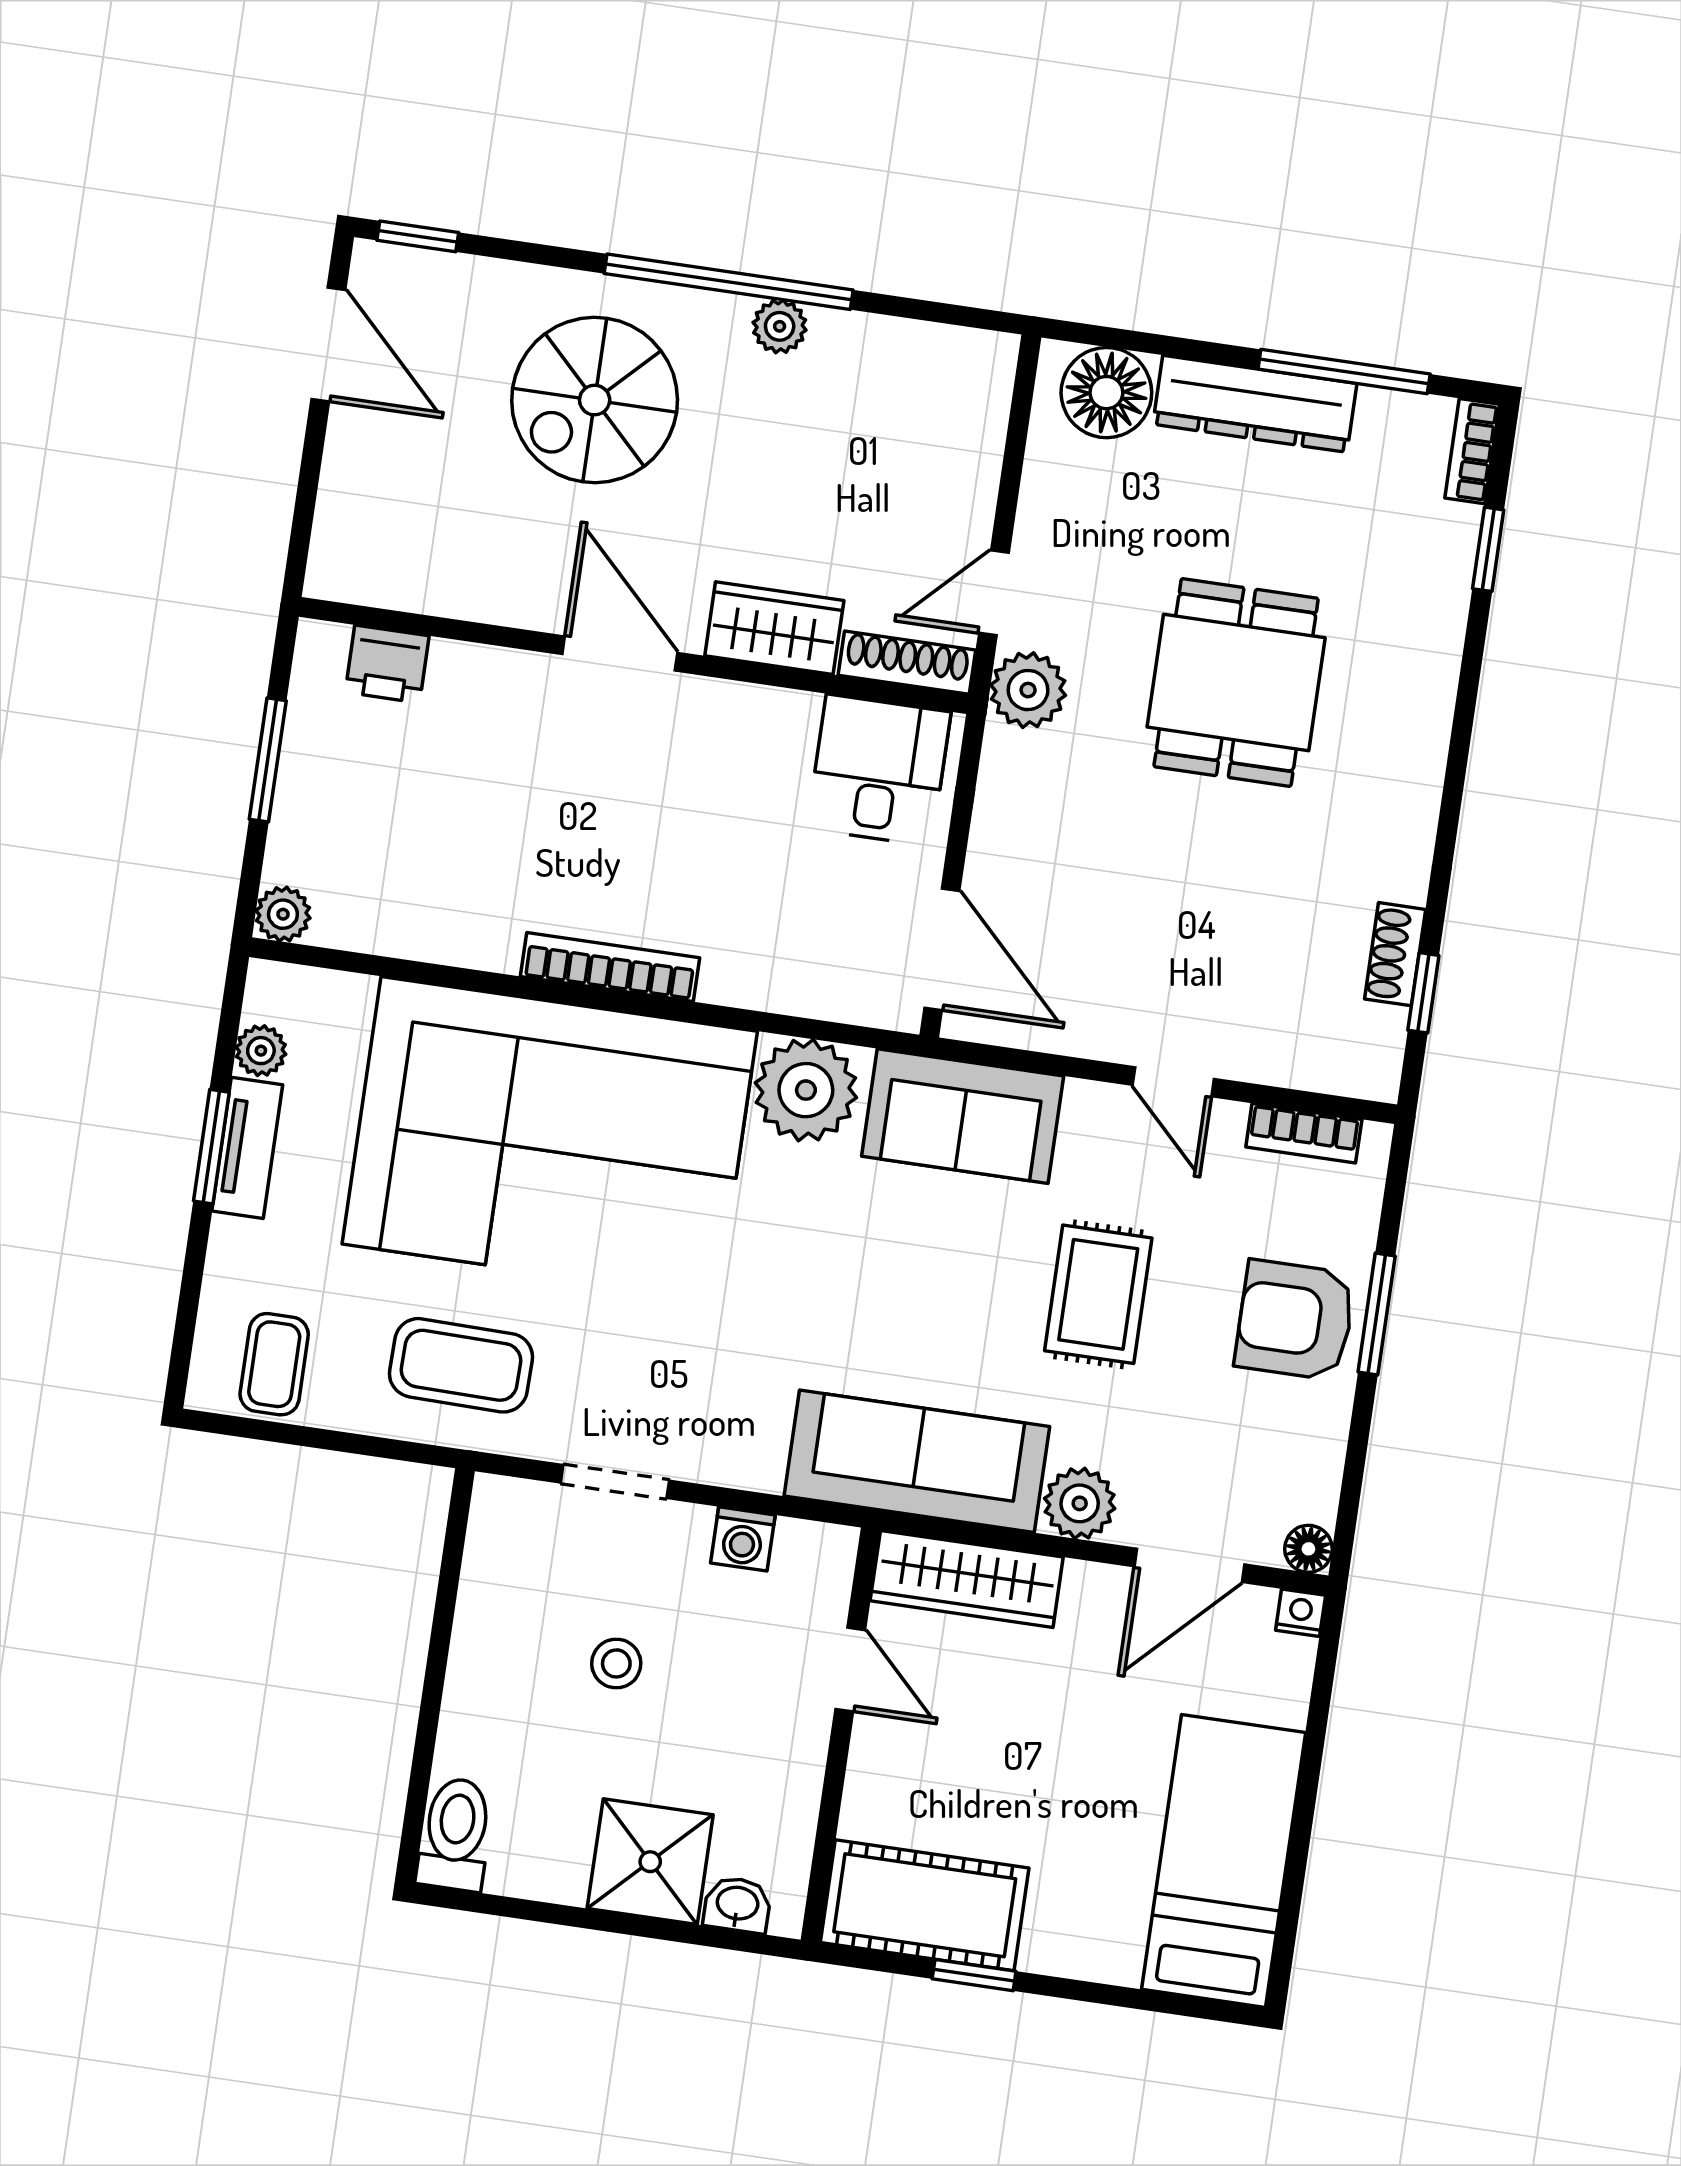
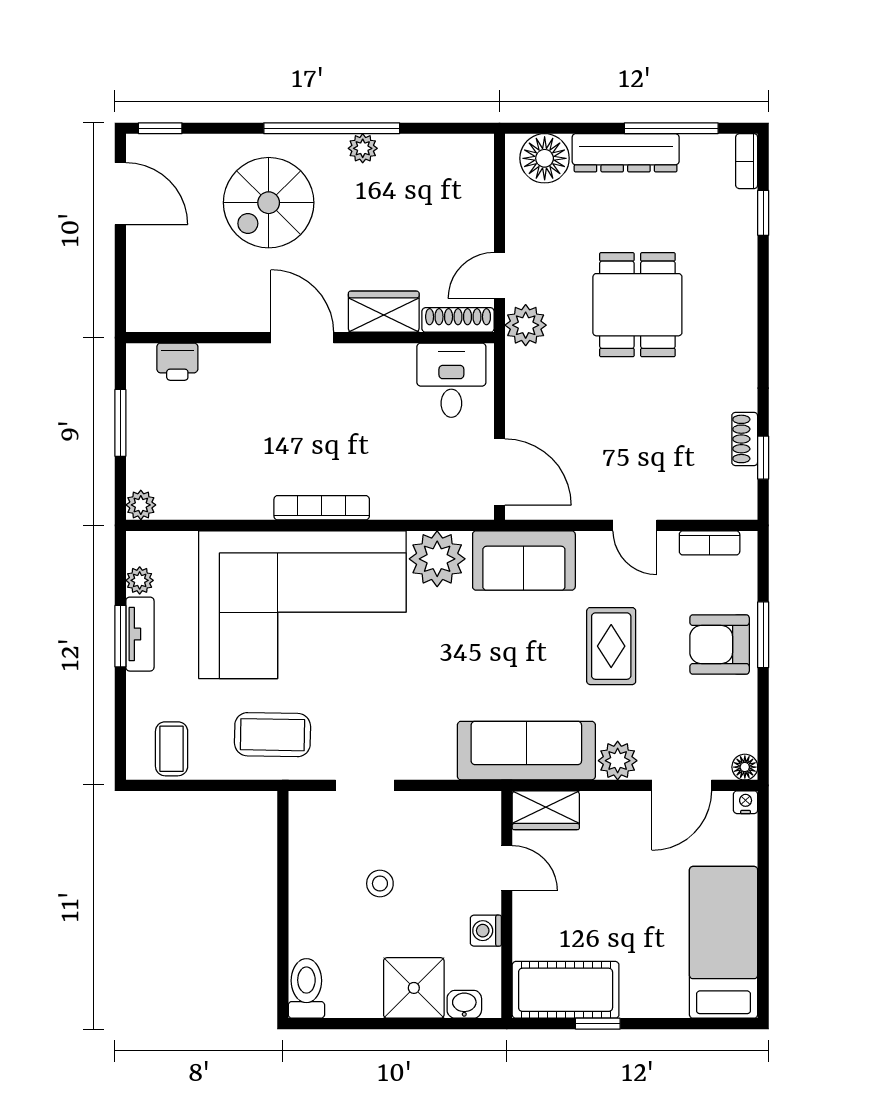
washing machine: (743, 1539) -> (486, 931), moved, turned 90
wardrobe: (967, 1579) -> (546, 810), width x0.67

